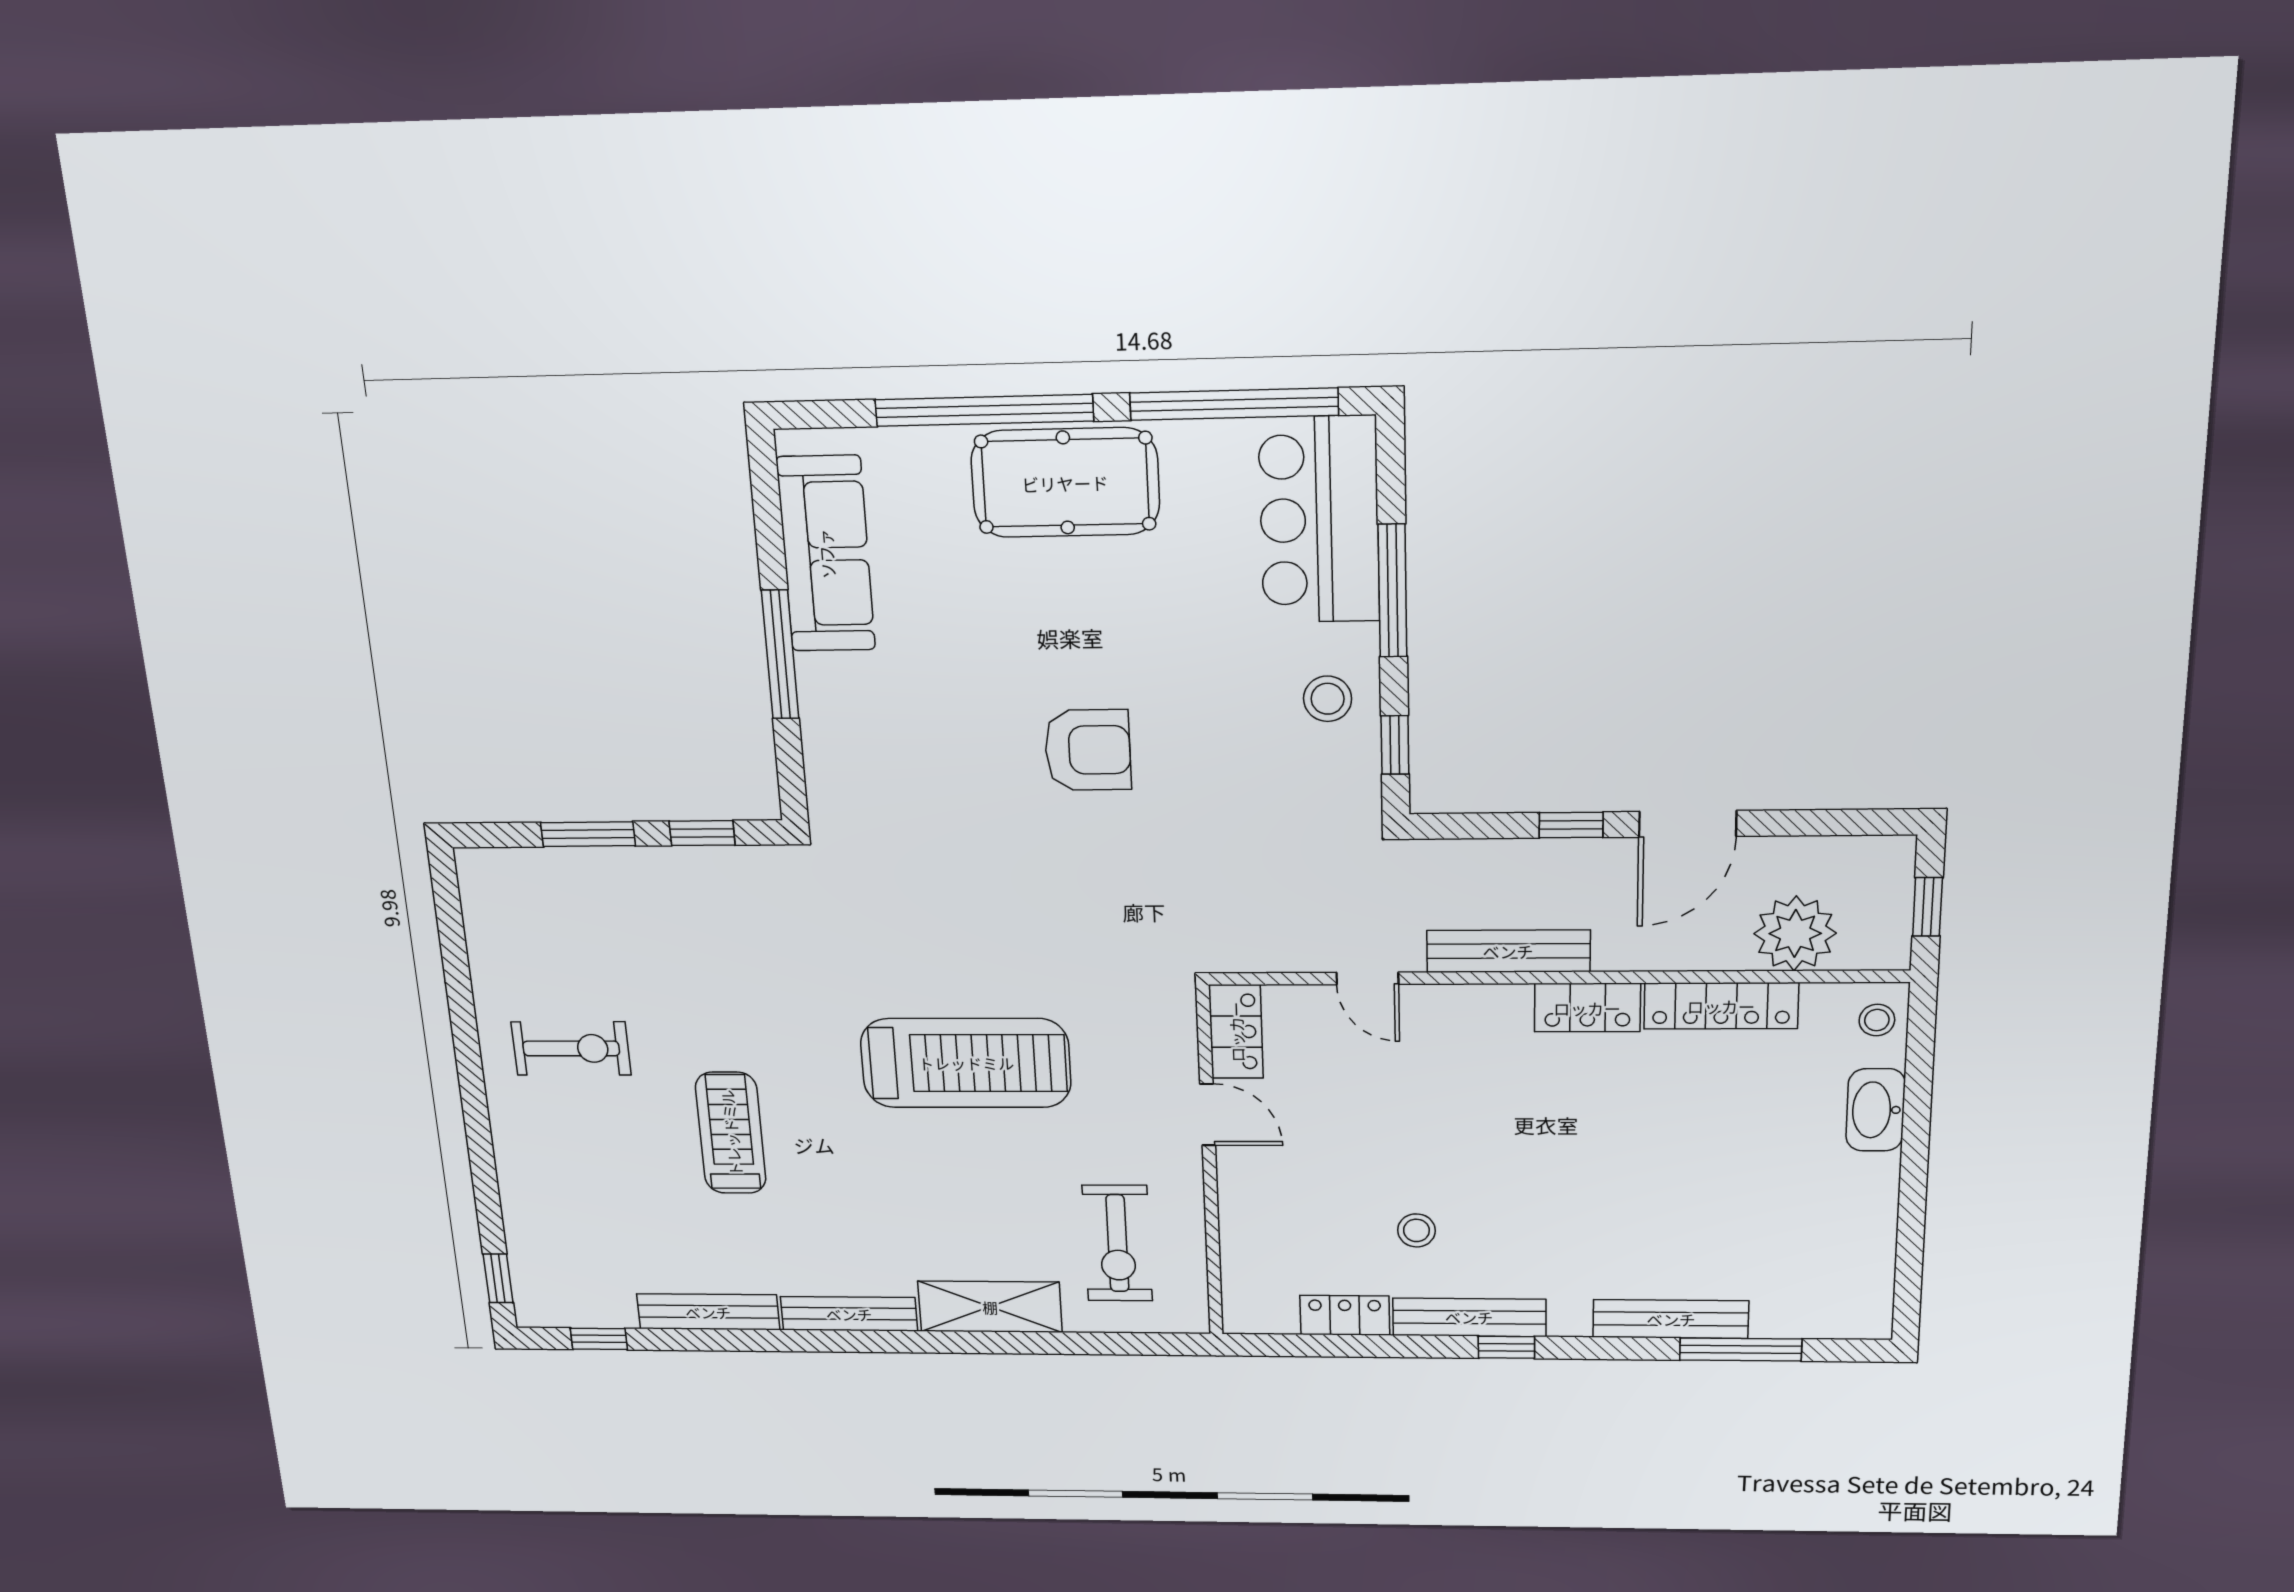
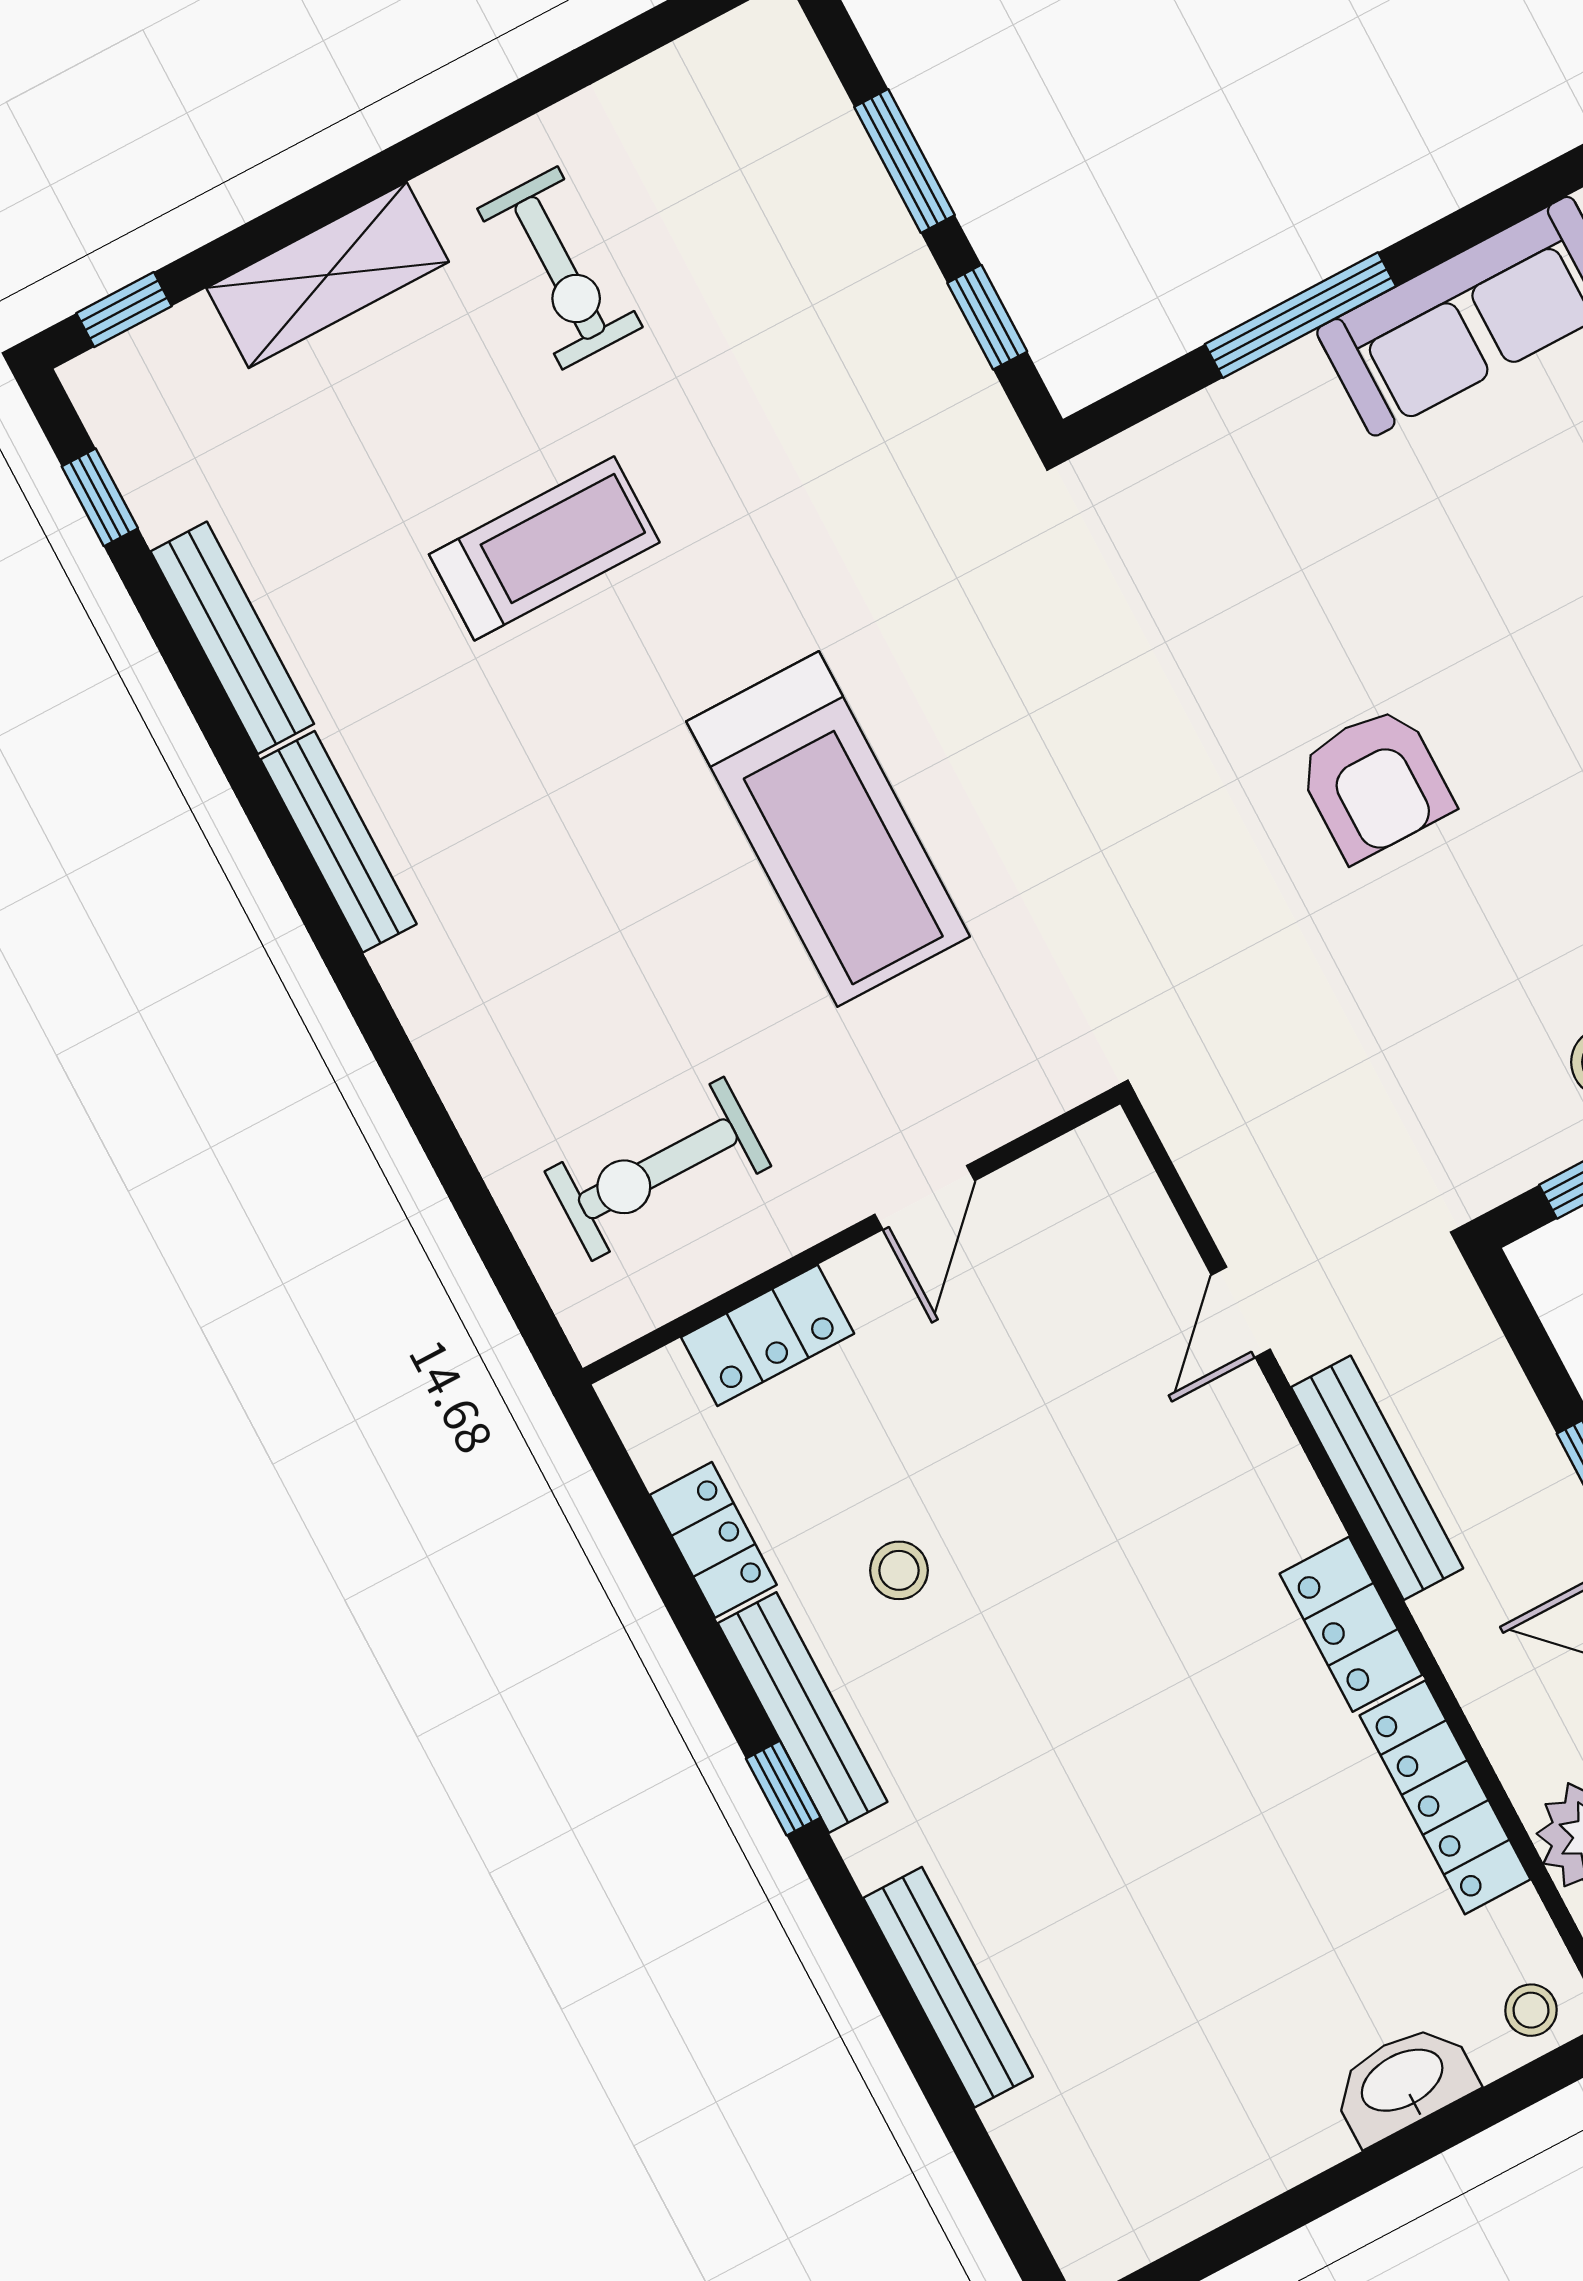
locker: (1236, 1032) -> (768, 1335), moved
shelving: (990, 1307) -> (328, 275), moved, turned 90
window: (1741, 1349) -> (952, 2108), removed

